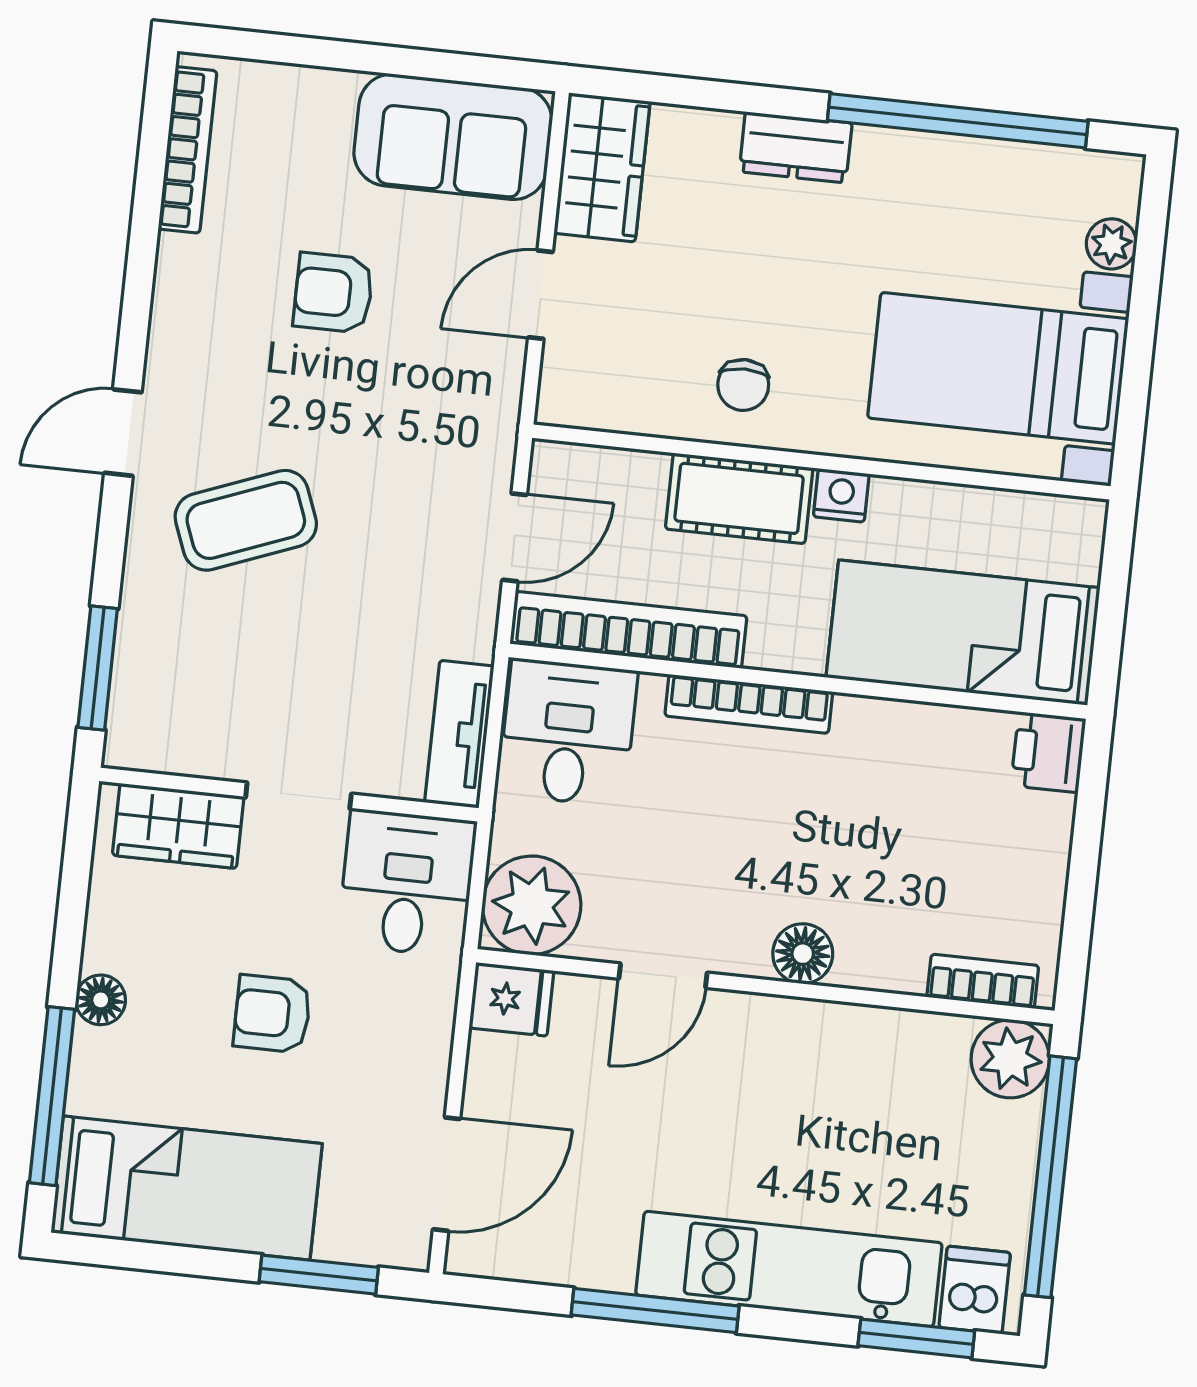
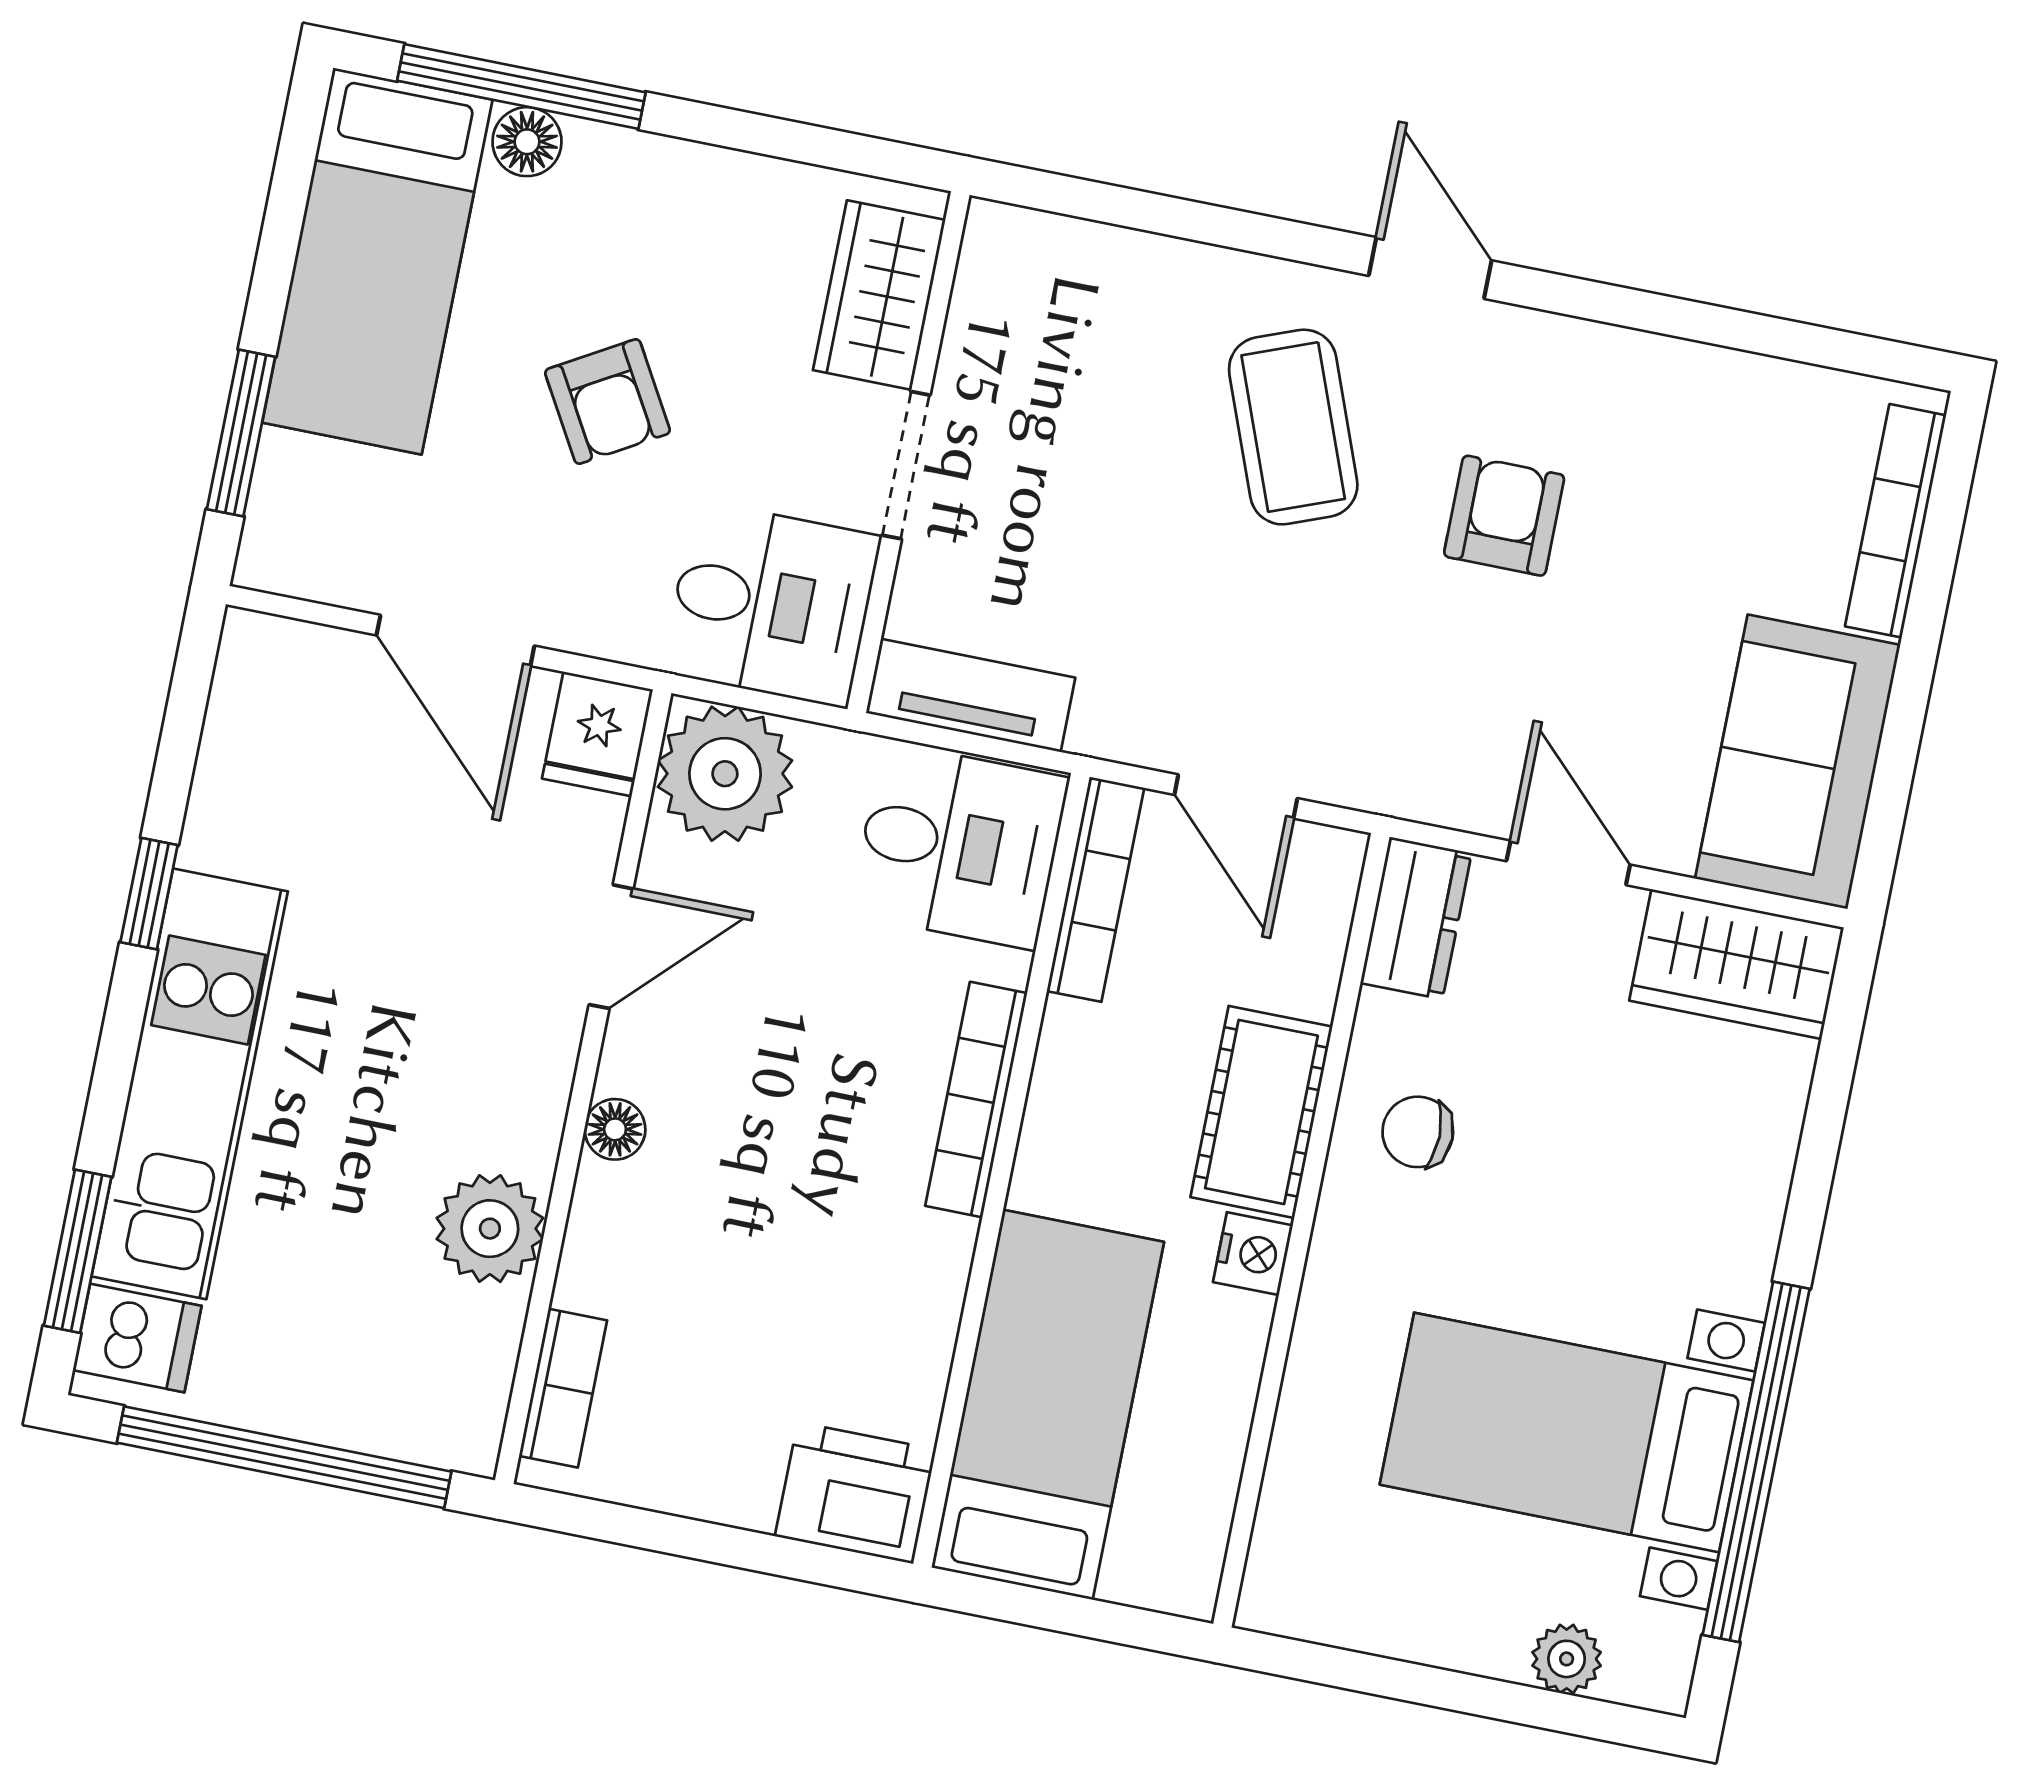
dresser: (796, 147) -> (1416, 918), moved, turned 180
bookcase: (188, 150) -> (1896, 521), moved, turned 90
armchair: (333, 293) -> (1504, 516), moved
bed with nightstands: (998, 368) -> (1567, 1432), moved, turned -90
bookcase: (629, 630) -> (1095, 889), width x0.68, depth x0.76
window: (98, 668) -> (1108, 204), removed
printer: (1048, 752) -> (855, 1493), width x1.36, depth x1.24
floor lamp: (803, 954) -> (615, 1129), width x0.73, depth x0.73
door: (663, 976) -> (611, 947), swing flipped
floor lamp: (101, 1000) -> (527, 142), moved
armchair: (272, 1014) -> (607, 402), turned 150
plant: (1010, 1059) -> (490, 1229), moved
door: (446, 1174) -> (455, 641), moved
window: (655, 1310) -> (149, 894), width x0.46

